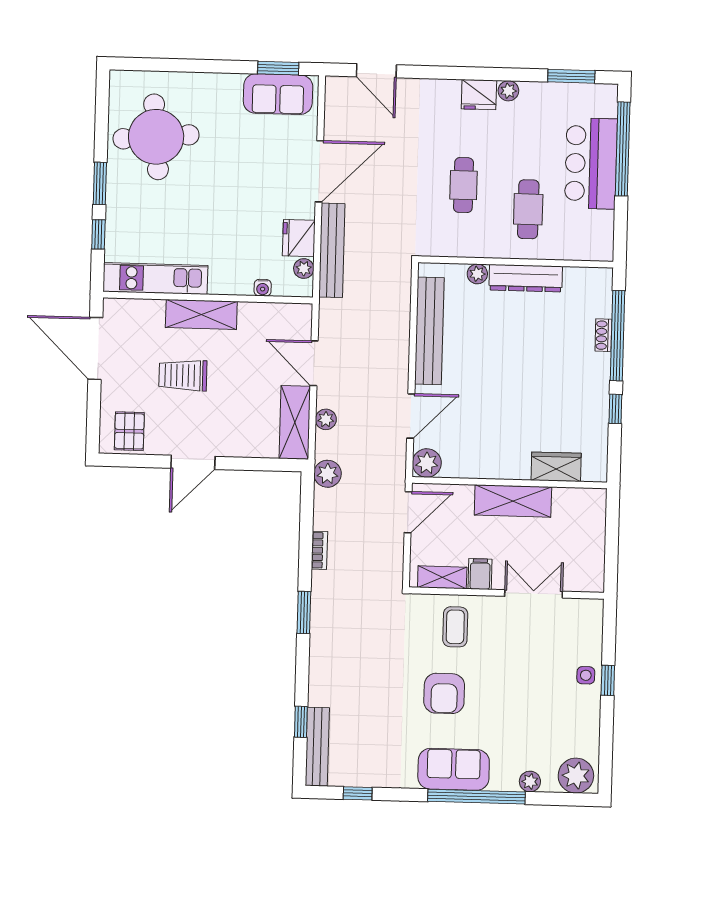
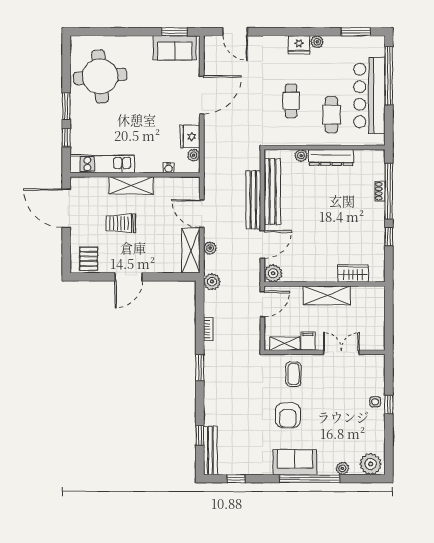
bar counter: (591, 163) -> (369, 95), width x1.36
bench: (332, 250) -> (253, 200), moved

